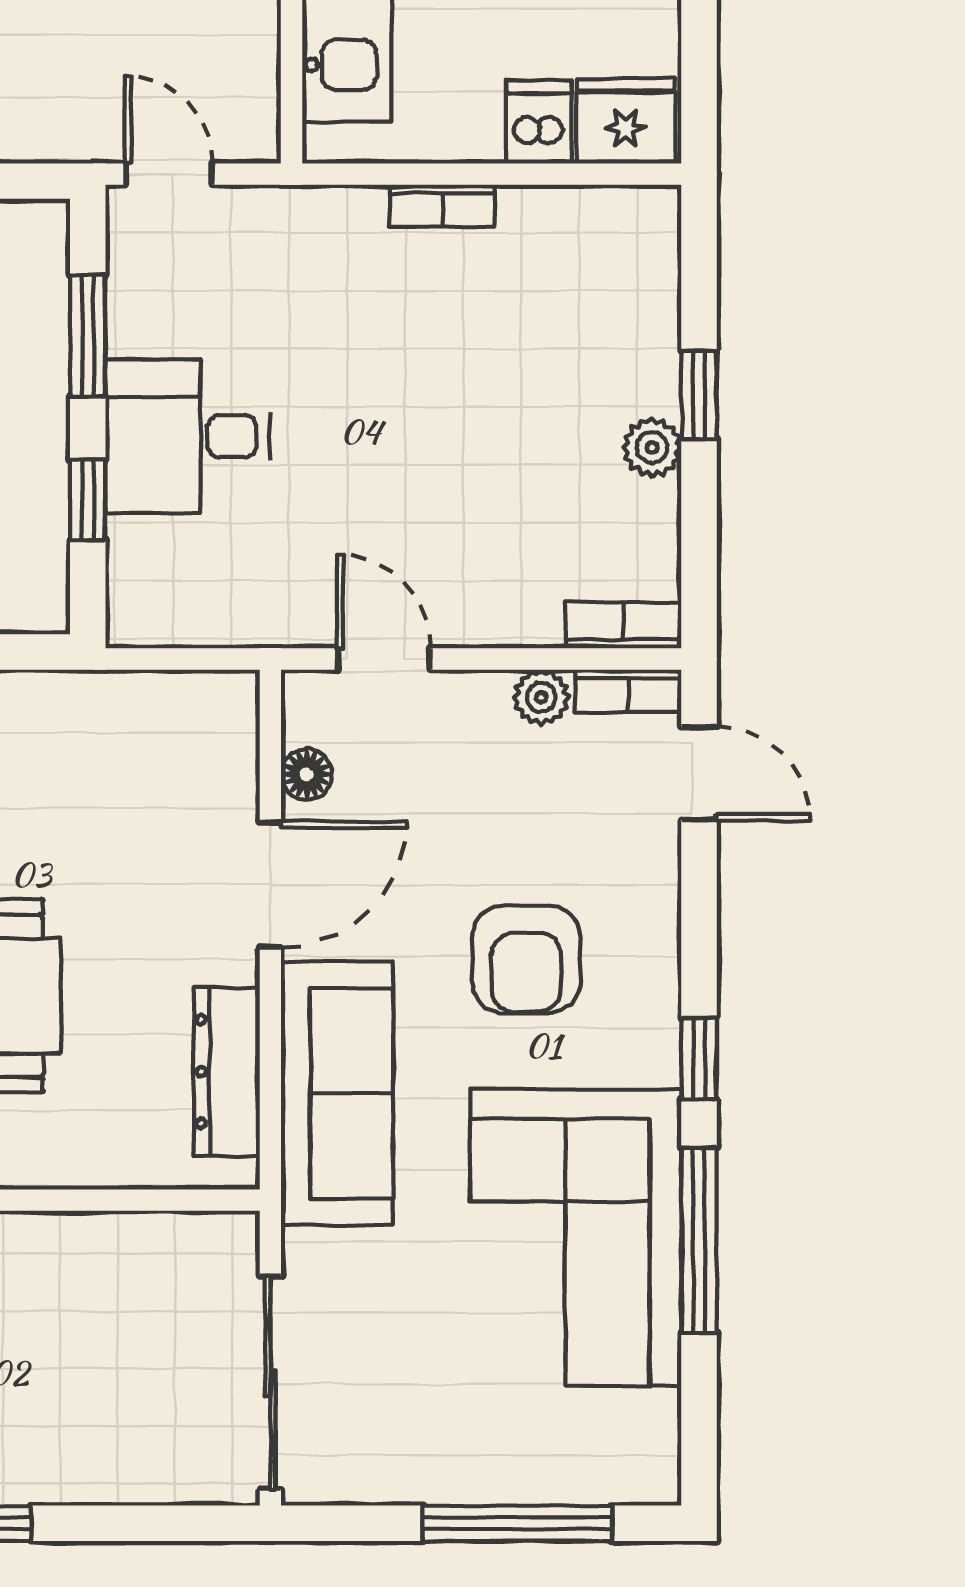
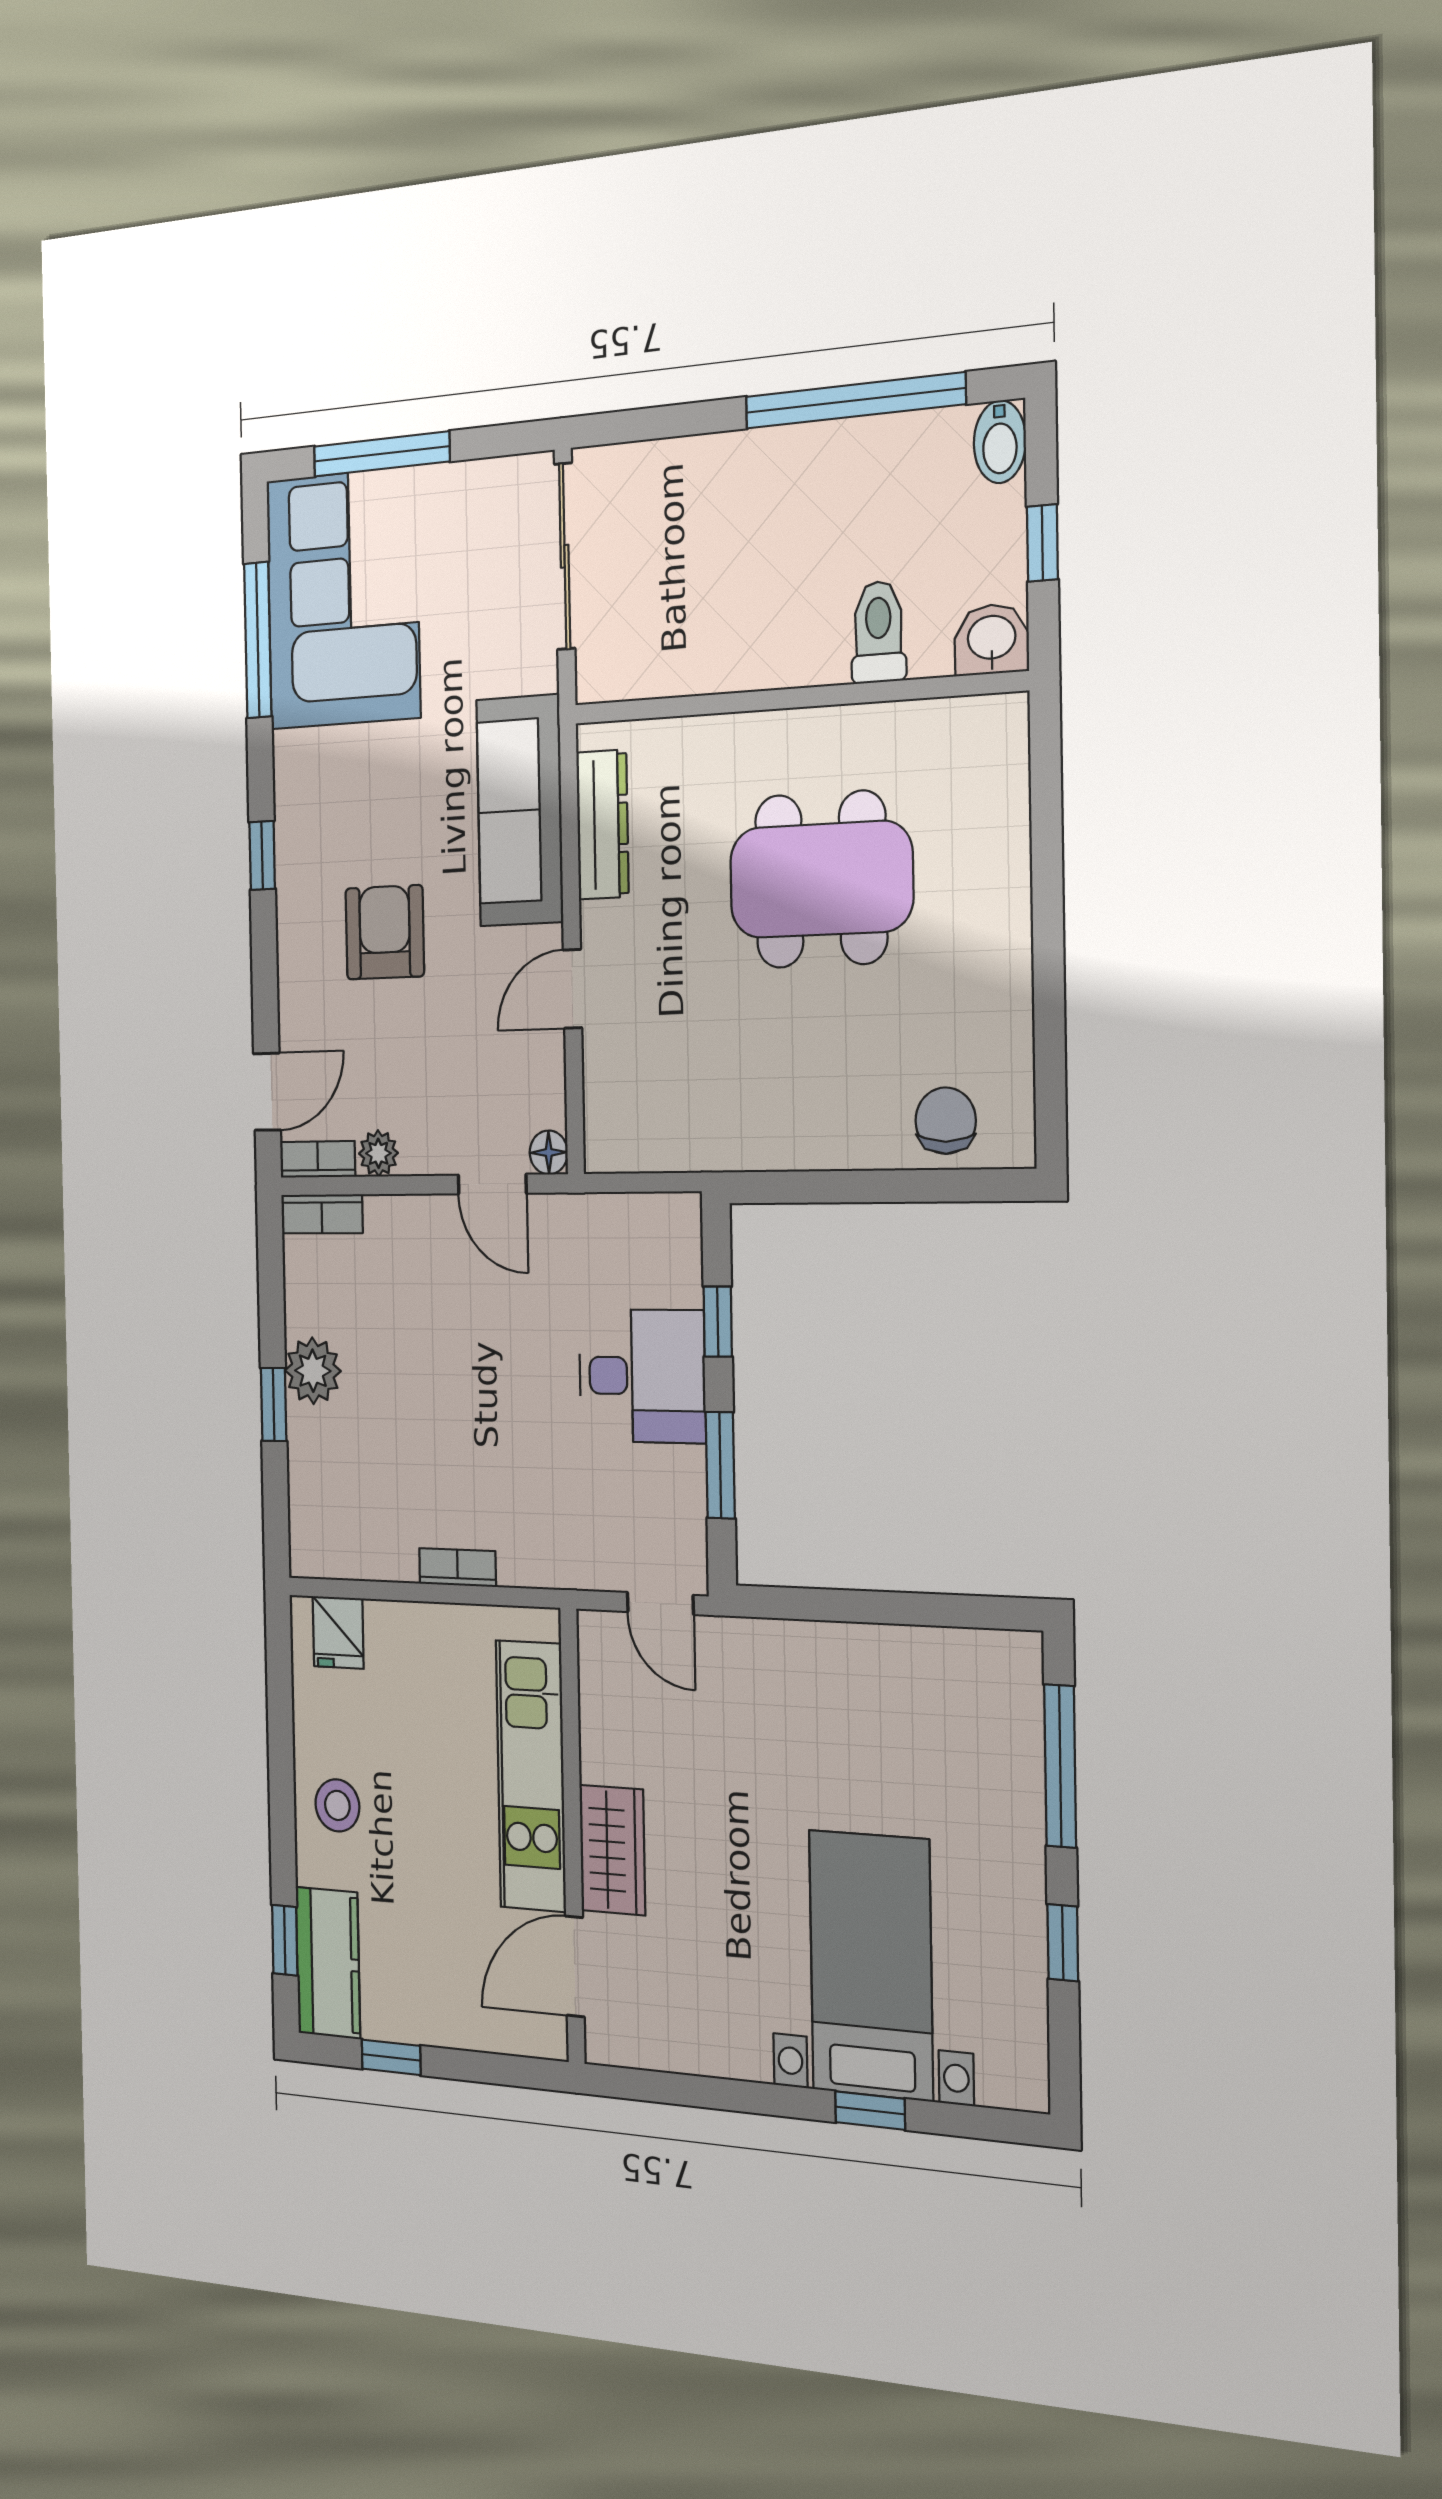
fridge: (626, 121) -> (338, 1632), width x0.72
dishwasher: (539, 122) -> (390, 1635), removed
plant: (652, 447) -> (313, 1371), width x1.38, depth x1.38
floor lamp: (307, 774) -> (549, 1152), moved
door: (699, 774) -> (267, 1092), swing flipped
door: (270, 884) -> (573, 989), width x0.73
corner sofa: (576, 1237) -> (343, 599), moved
window: (699, 1240) -> (258, 640), moved

